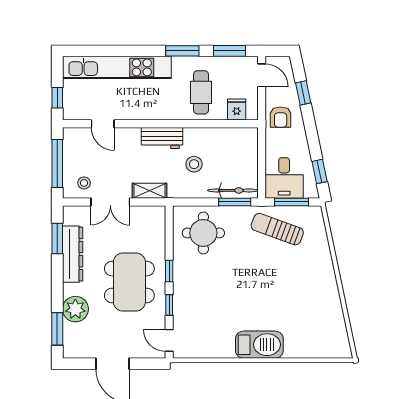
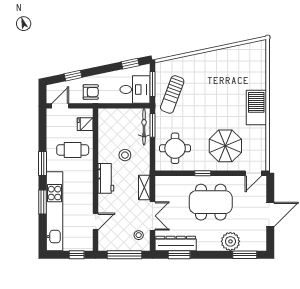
window: (230, 51) -> (42, 202), moved
dresser: (73, 254) -> (176, 243), moved
parasol: (207, 302) -> (225, 146), added
window: (169, 305) -> (227, 173), removed

